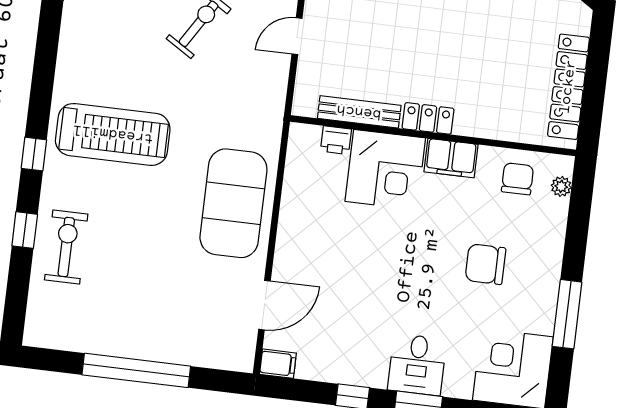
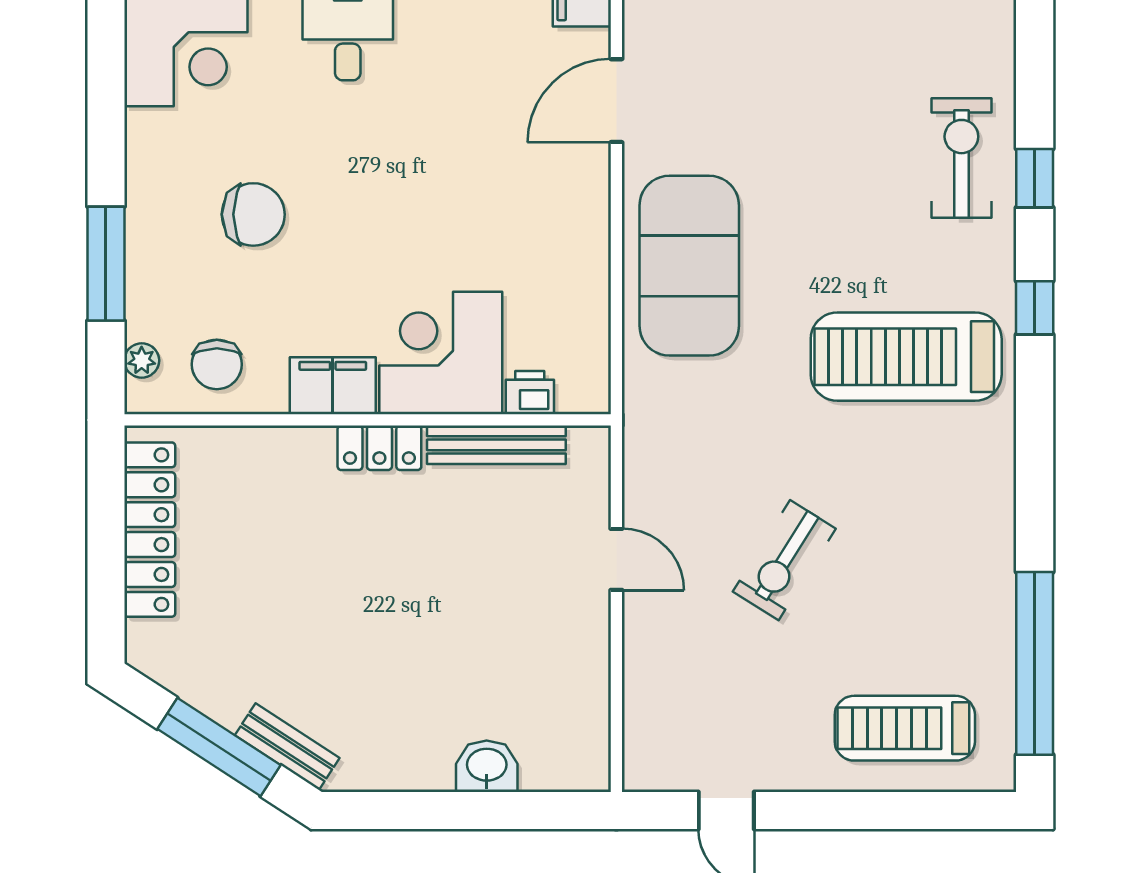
door: (297, 36) -> (616, 559), hinge flipped
exercise bike: (66, 247) -> (961, 158), turned 180
window: (567, 314) -> (106, 264), moved

